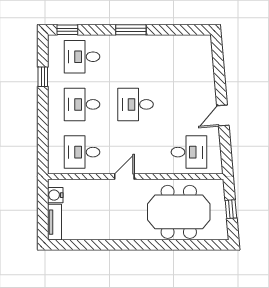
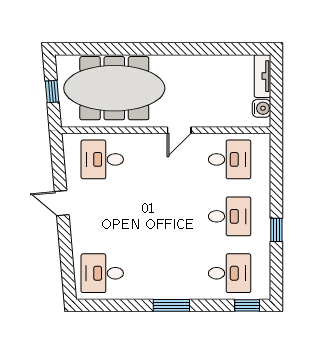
window: (43, 77) -> (276, 230), moved
desk: (135, 104) -> (102, 273), moved, turned 180
door: (223, 115) -> (62, 203), swing flipped
meeting table: (179, 212) -> (114, 88), width x1.36

